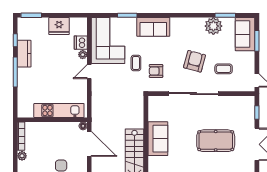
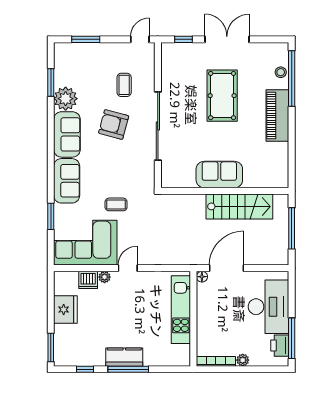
sofa: (245, 34) -> (67, 134), moved, turned -90
kitchen counter: (24, 54) -> (124, 357), moved
armchair: (156, 71) -> (127, 177), removed
door: (89, 72) -> (128, 268), swing flipped

